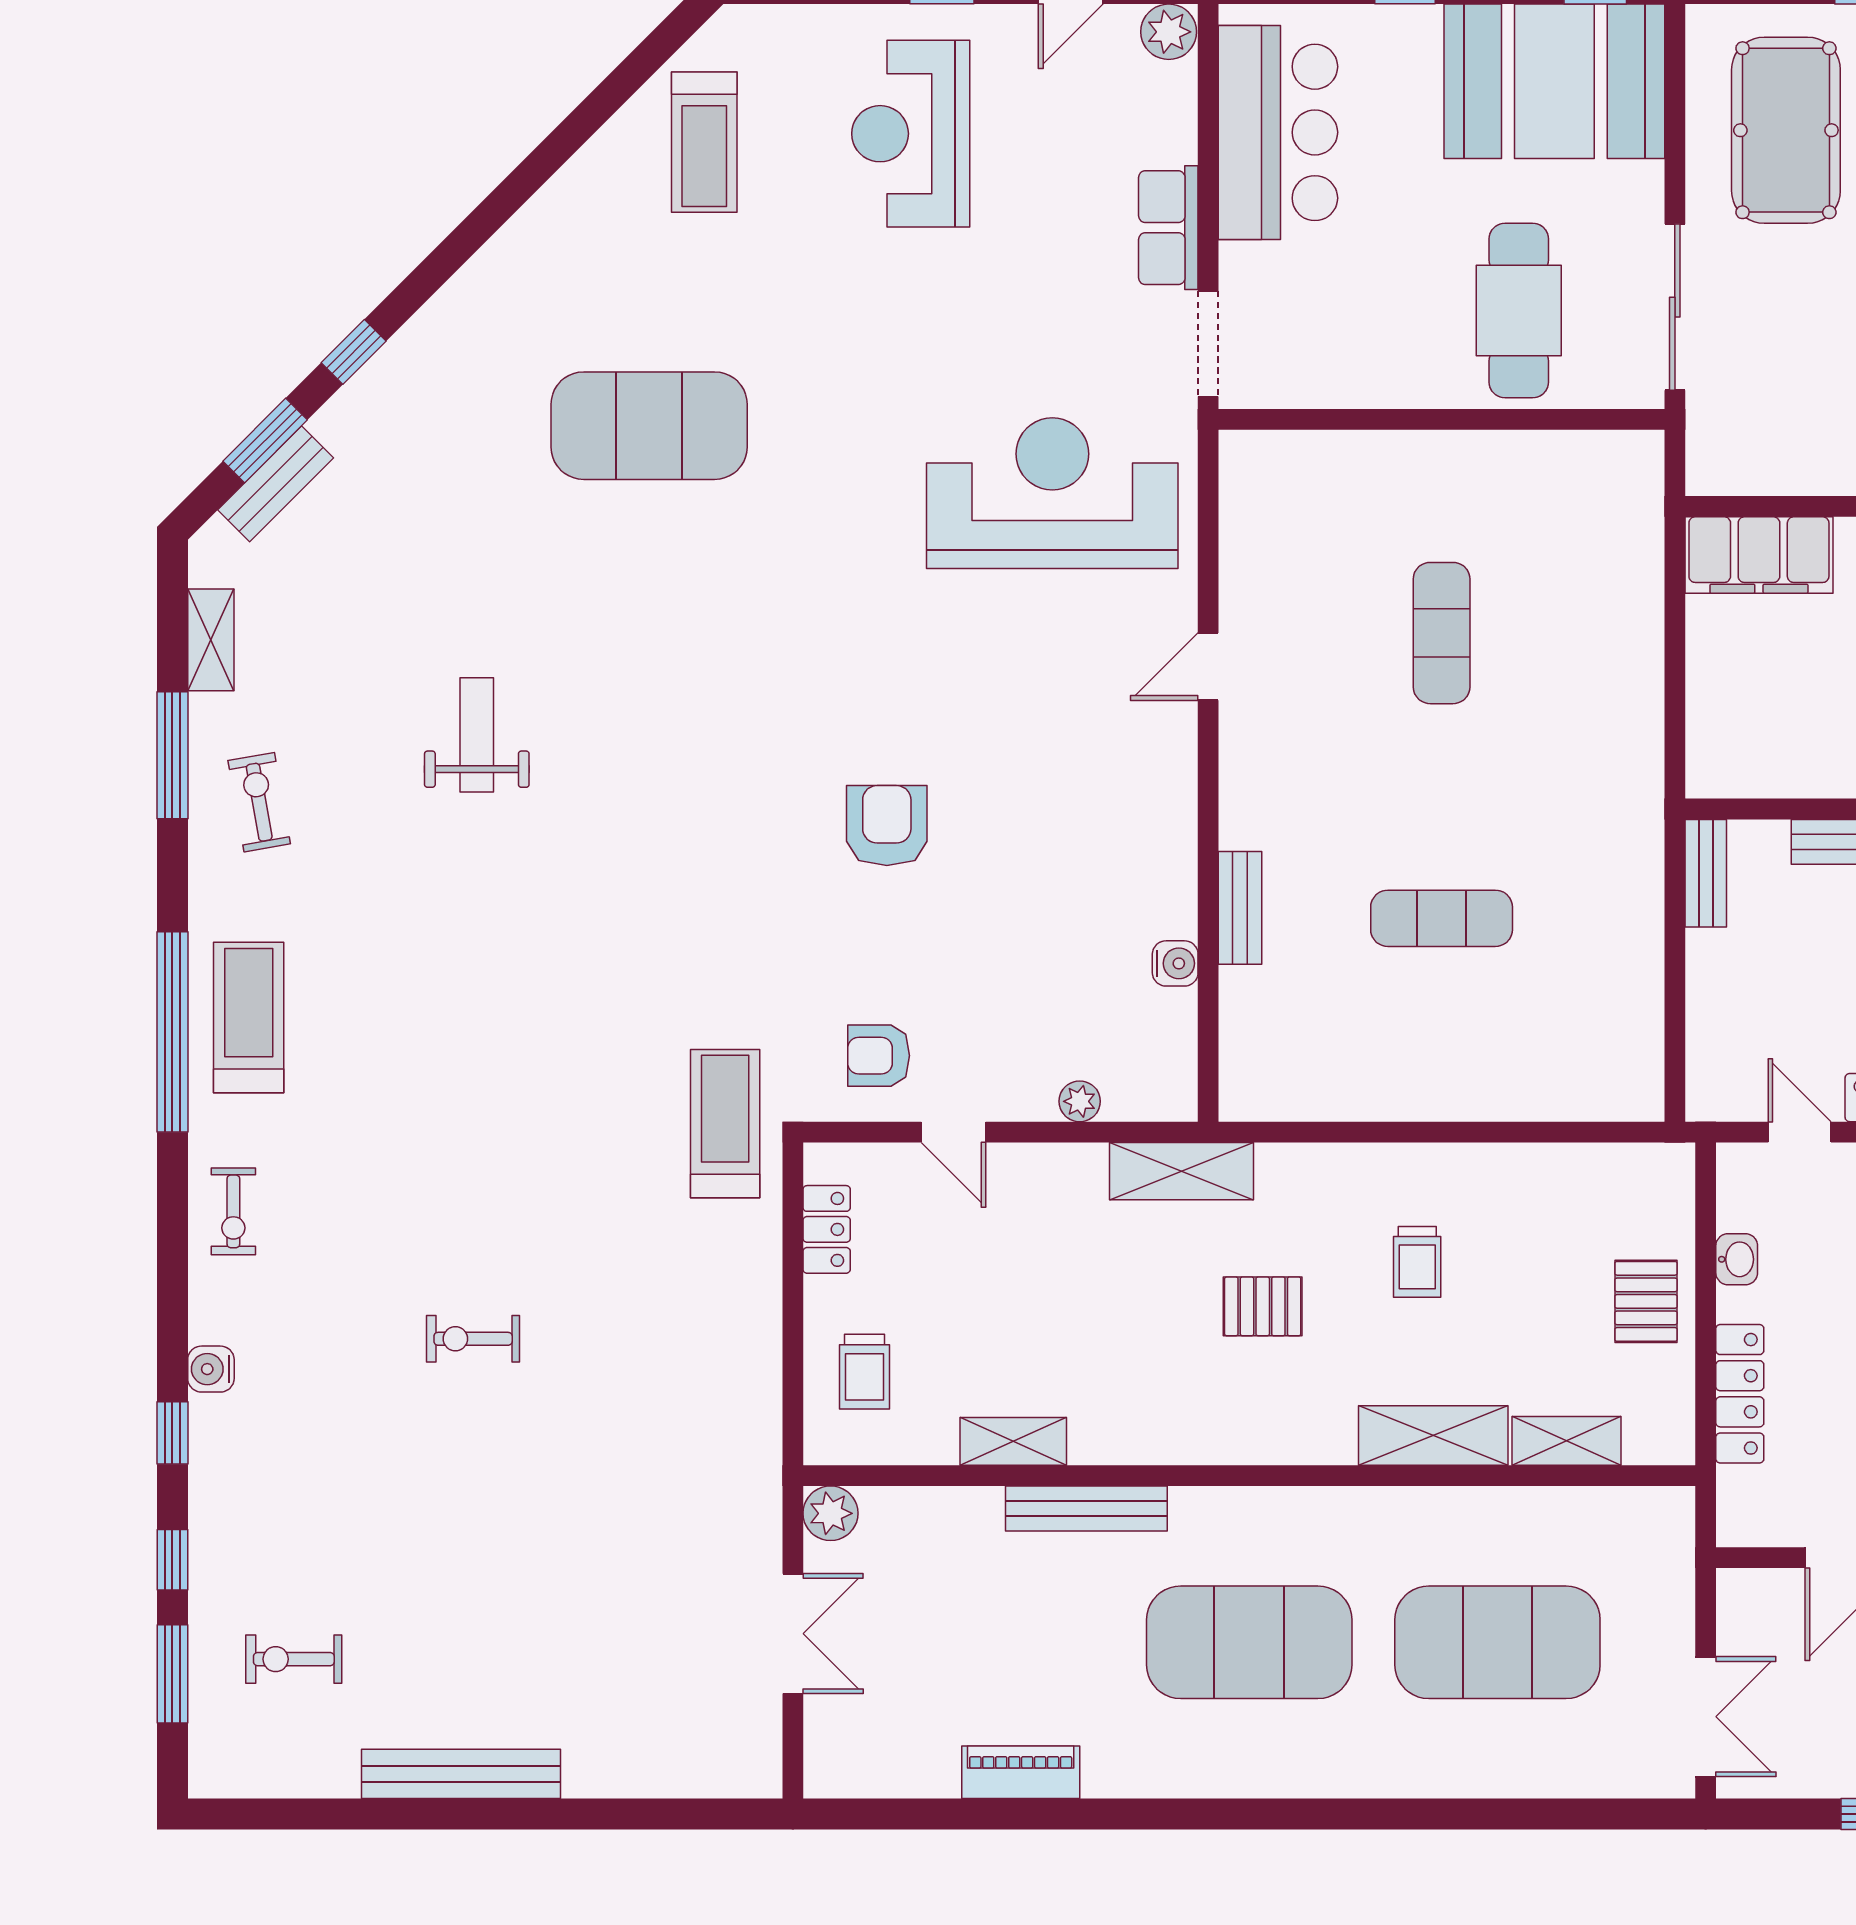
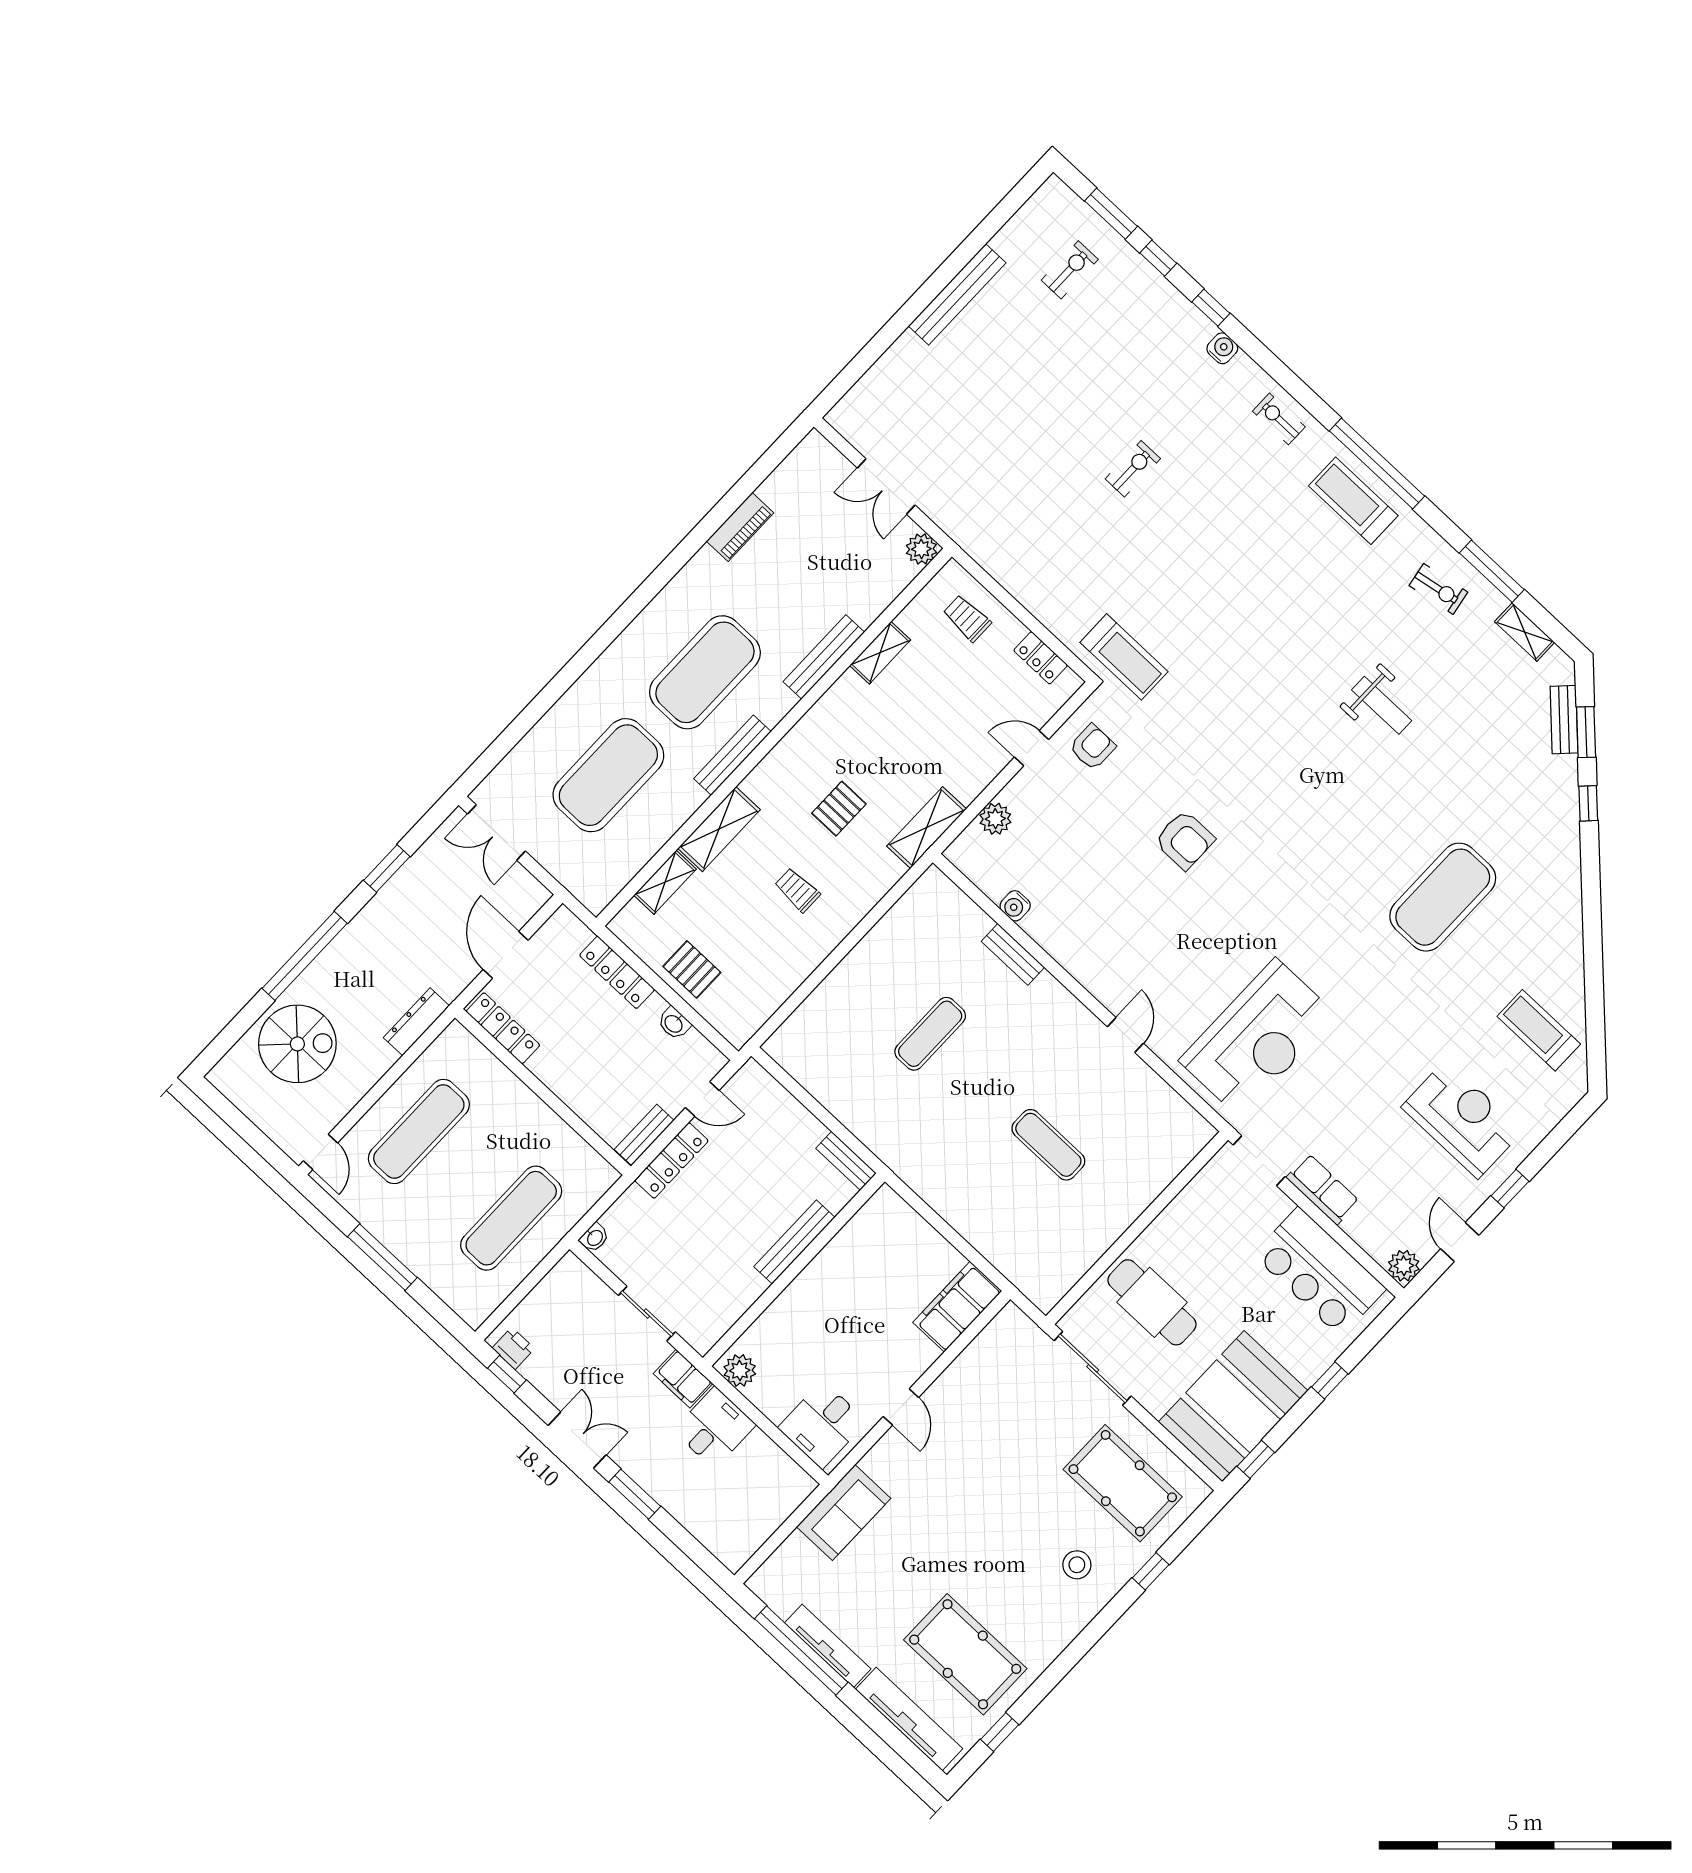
treadmill: (249, 1018) -> (1353, 501), turned 180
plant: (1080, 1101) -> (995, 819), width x1.38, depth x1.38
bench: (1322, 1507) -> (732, 755), added

